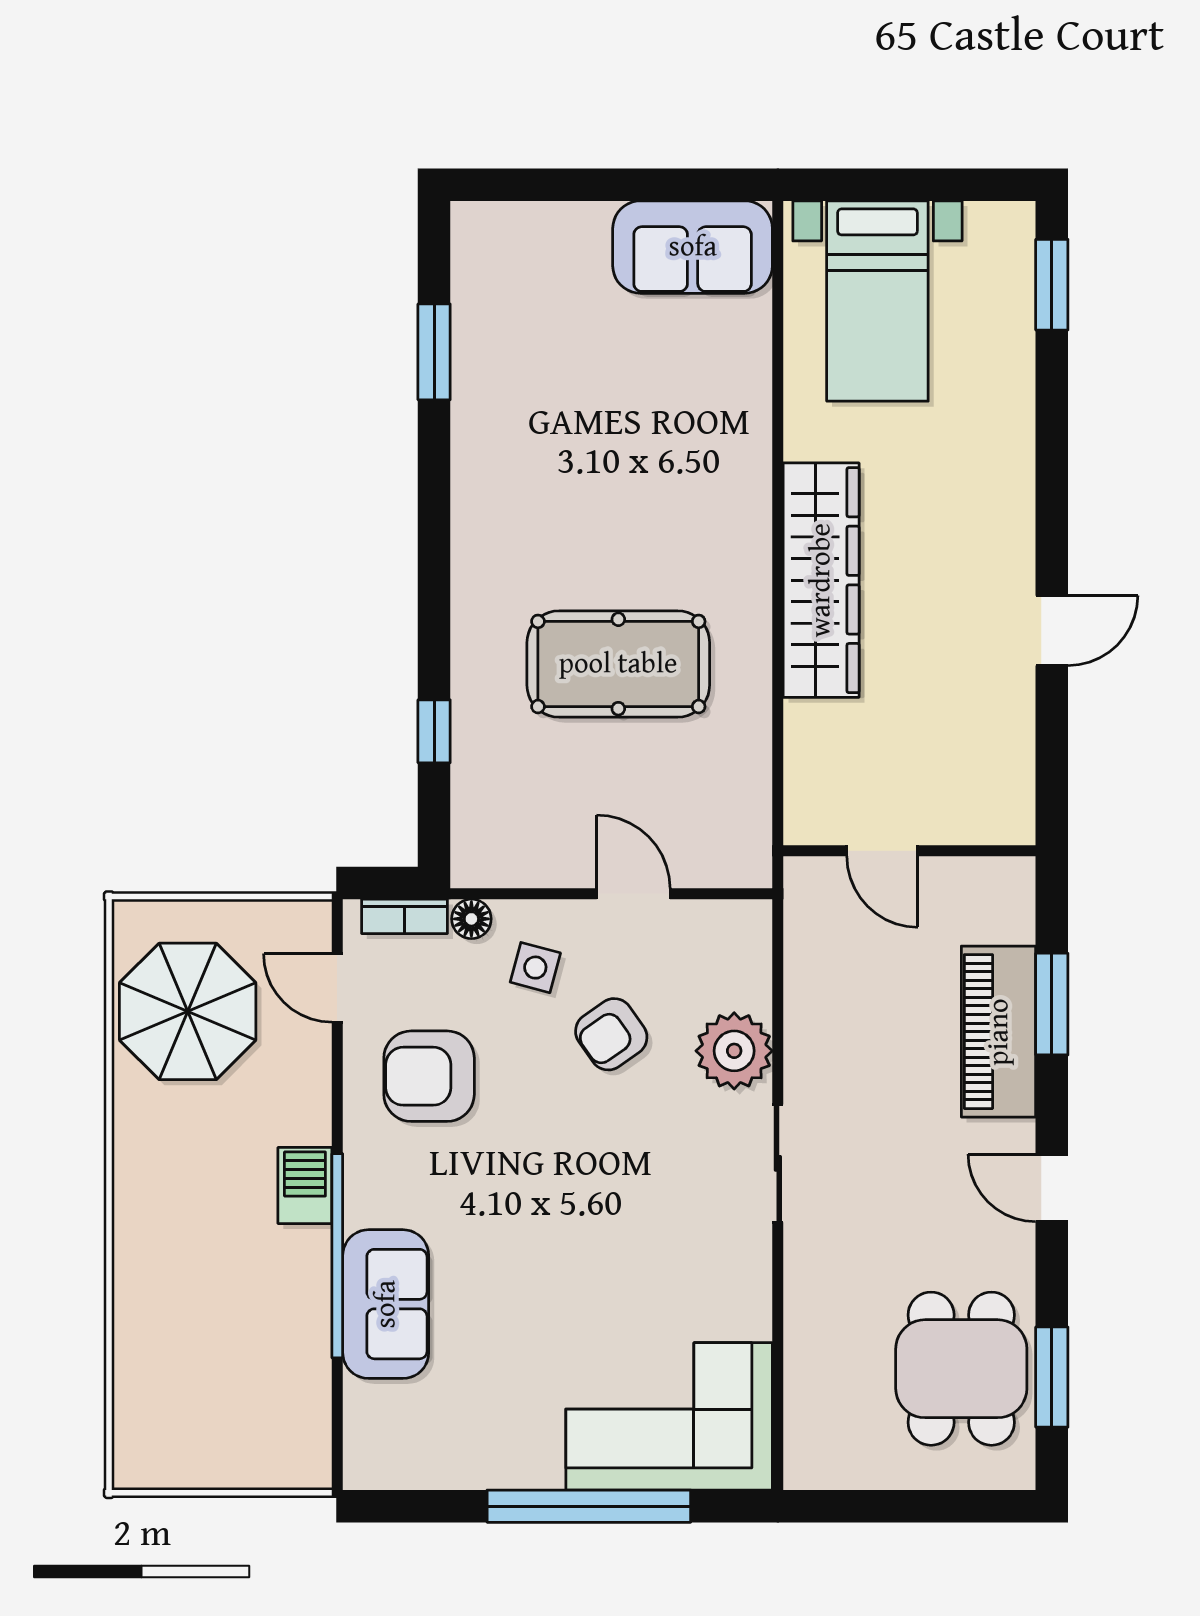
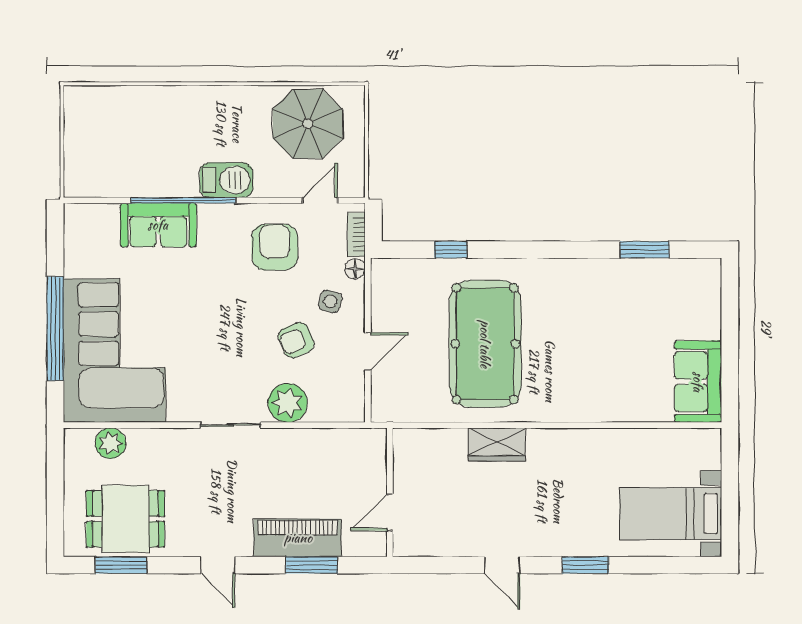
window: (1052, 285) -> (585, 565), moved
bed with nightstands: (877, 301) -> (671, 514), moved
wardrobe: (821, 580) -> (497, 444), width x0.48, depth x0.85
pool table: (618, 664) -> (485, 344), width x1.36, depth x1.32
door: (882, 851) -> (390, 513), moved
armchair: (611, 1034) -> (296, 340), turned -78
barbecue: (305, 1185) -> (226, 180), width x1.38, depth x1.27
door: (1052, 1188) -> (218, 565), swing flipped
plant: (813, 1398) -> (110, 443), added
corner sofa: (669, 1416) -> (115, 351), width x1.36, depth x1.36

